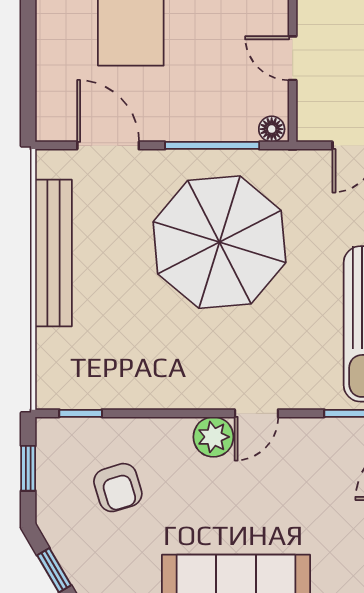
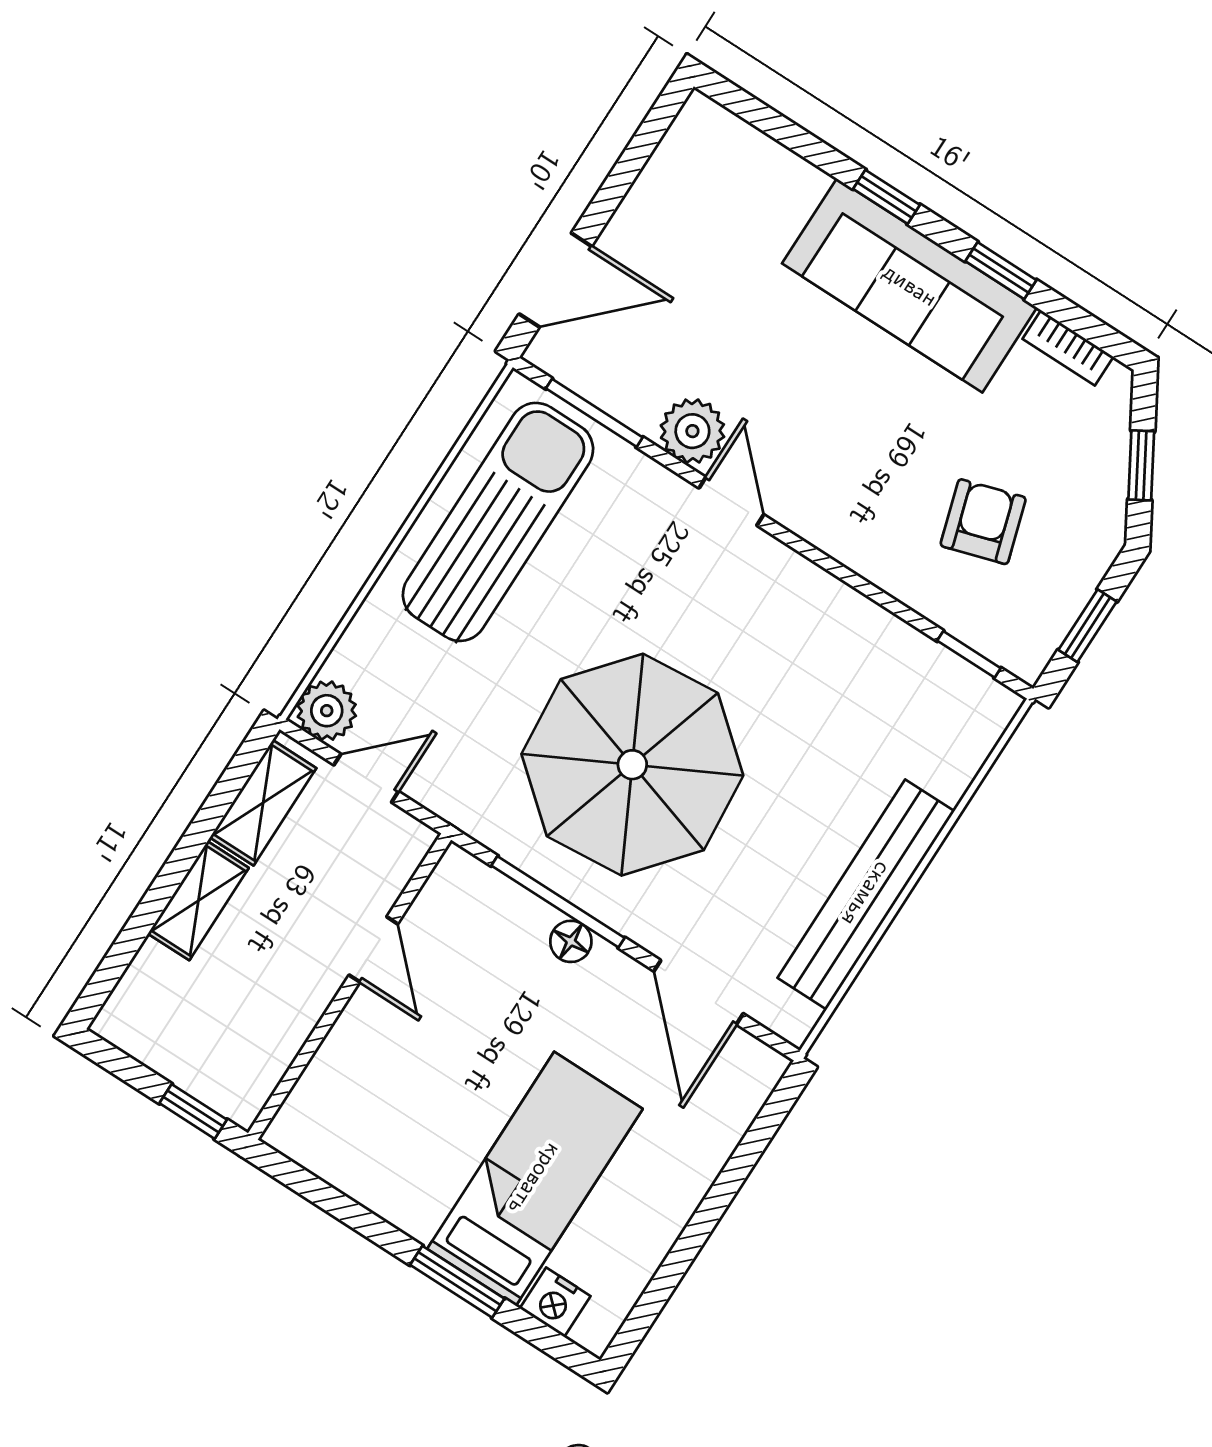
floor lamp: (272, 129) -> (571, 941), moved
door: (256, 413) -> (731, 501), hinge flipped
plant: (213, 437) -> (692, 431), moved

